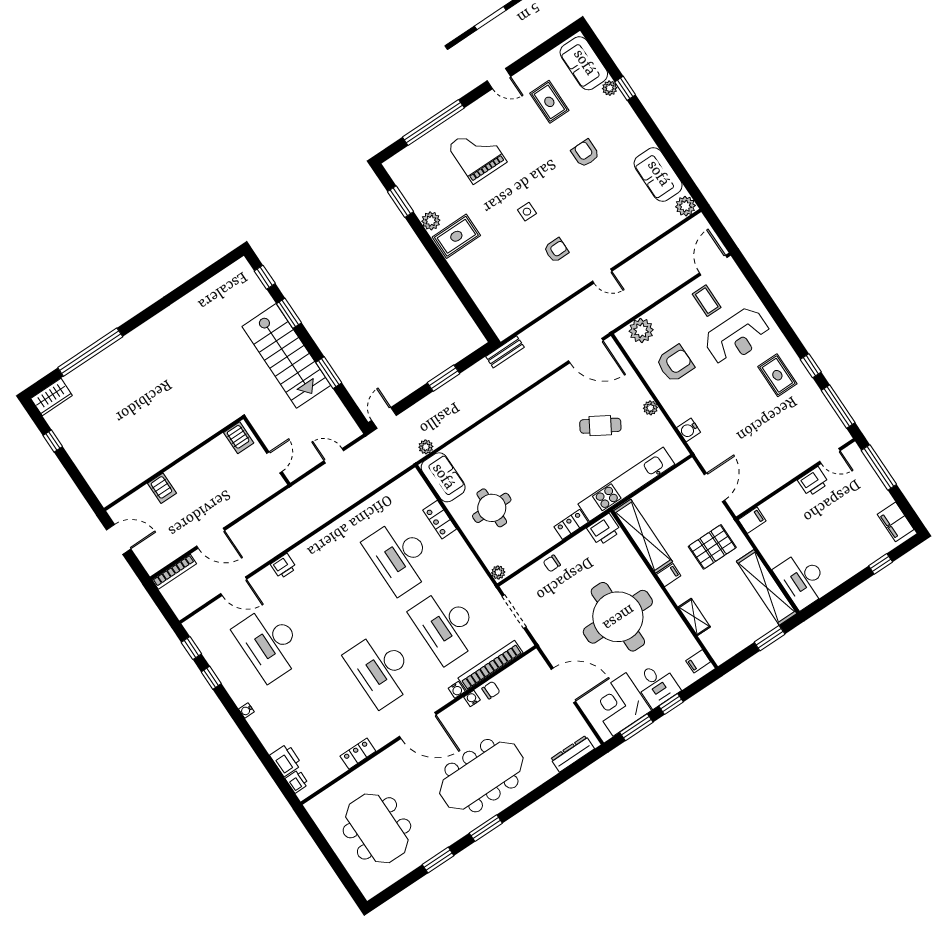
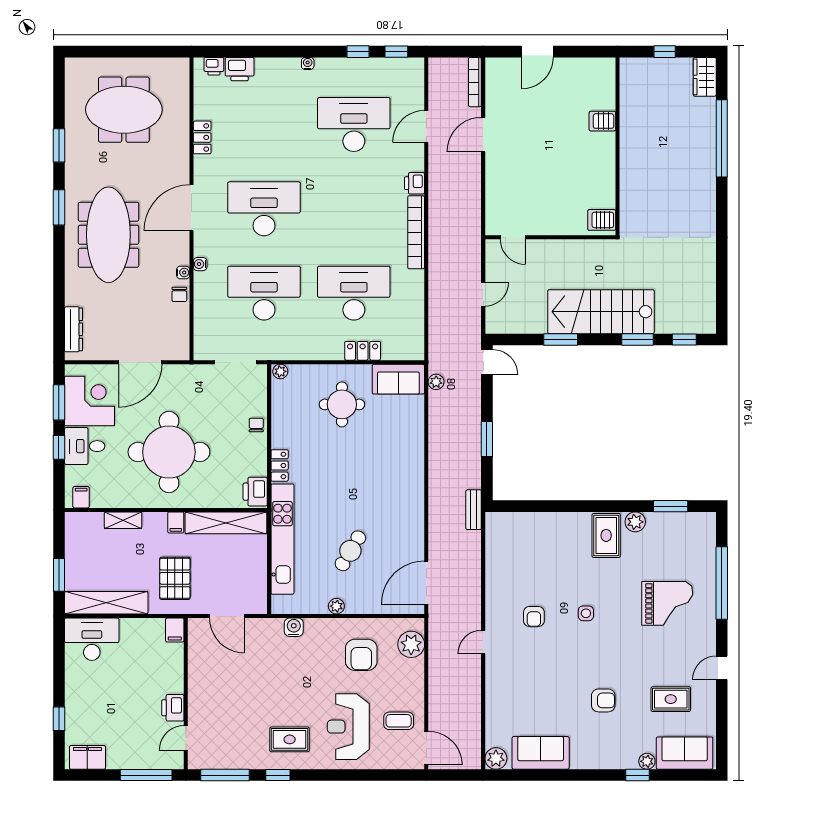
server rack: (239, 438) -> (602, 220), moved
wall: (174, 464) -> (618, 146), moved
server rack: (162, 488) -> (602, 121), moved
bookcase: (490, 665) -> (416, 232), moved, turned 180

